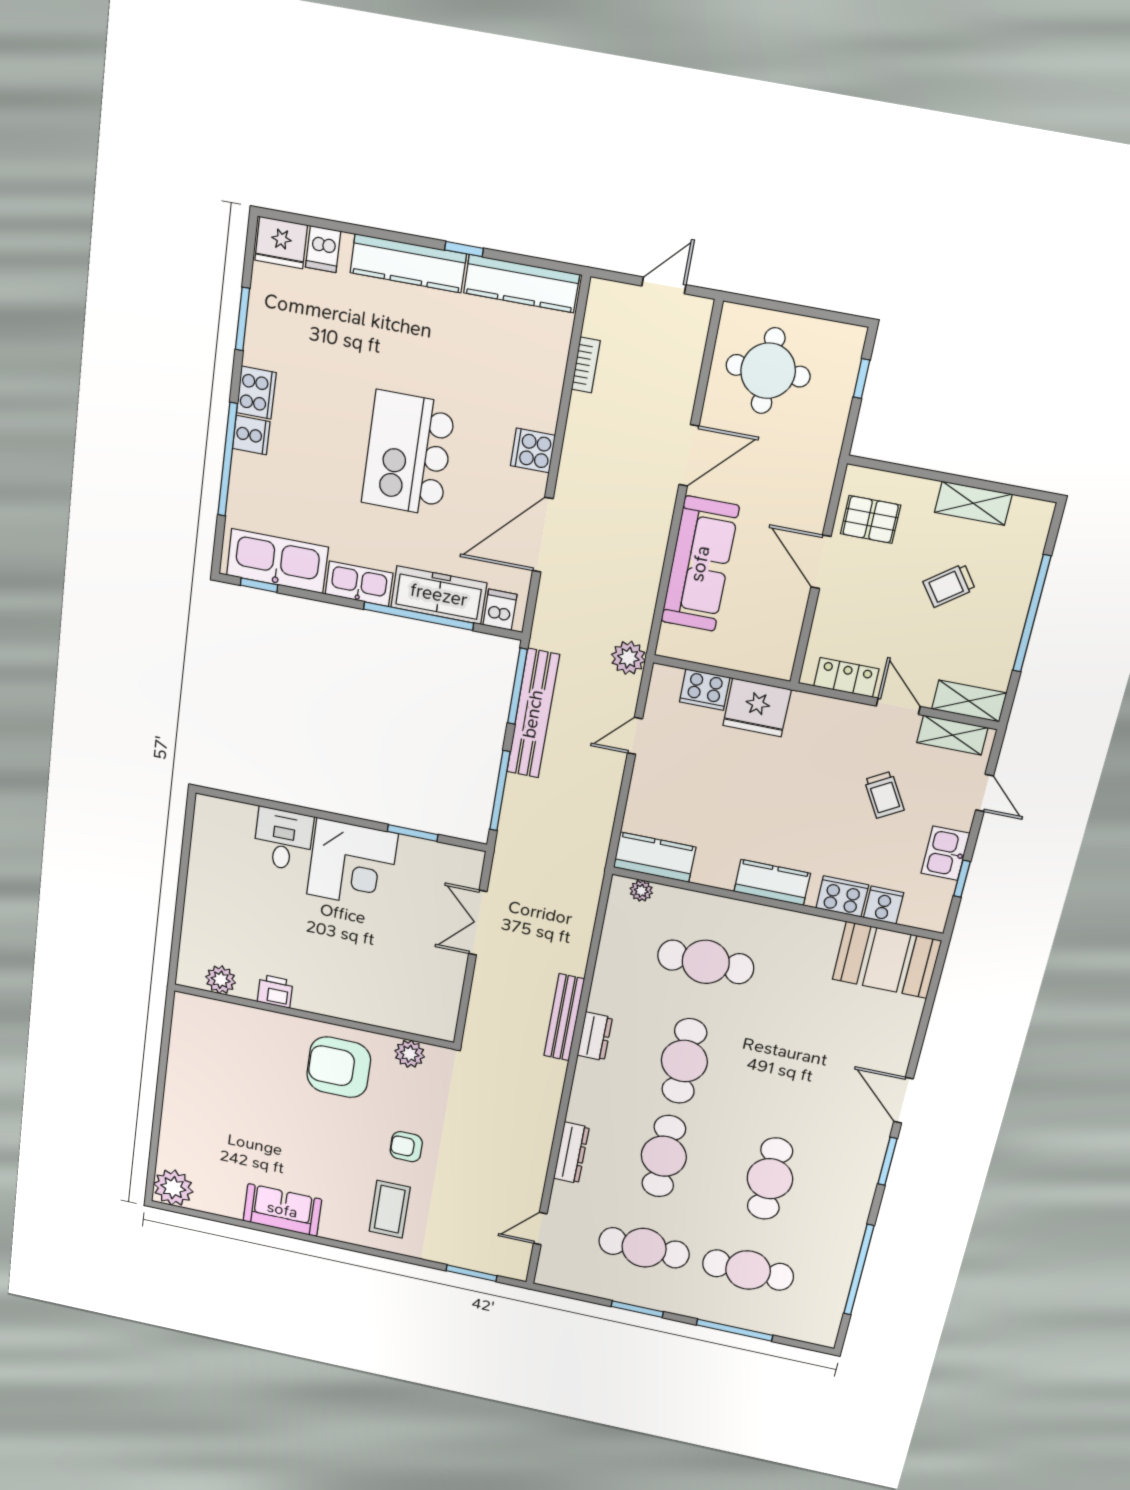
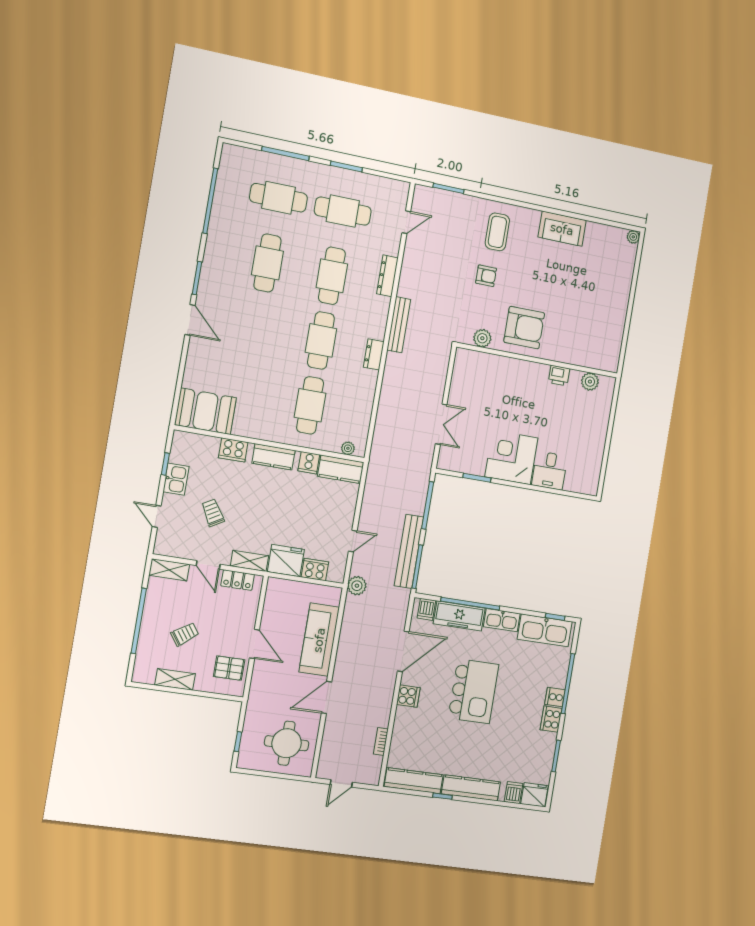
shelving: (952, 735) -> (249, 561), moved
cooker: (883, 905) -> (309, 463), moved
cafe table: (706, 962) -> (310, 405), turned 90
bench: (564, 1017) -> (399, 325), moved
plant: (173, 1188) -> (633, 237), width x0.53, depth x0.53

